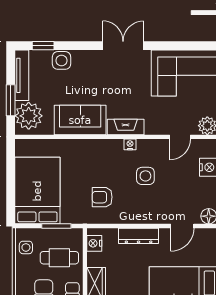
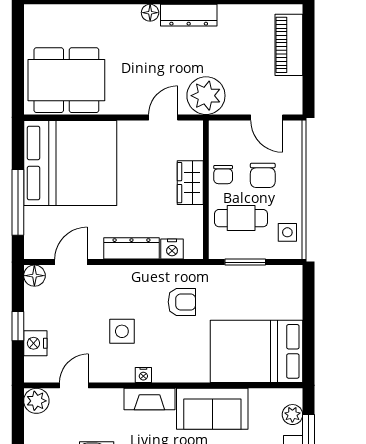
plant: (29, 116) -> (292, 415), width x0.53, depth x0.53
bed: (37, 191) -> (256, 351), moved, turned 90
nightstand: (94, 243) -> (172, 249), moved, turned 90

